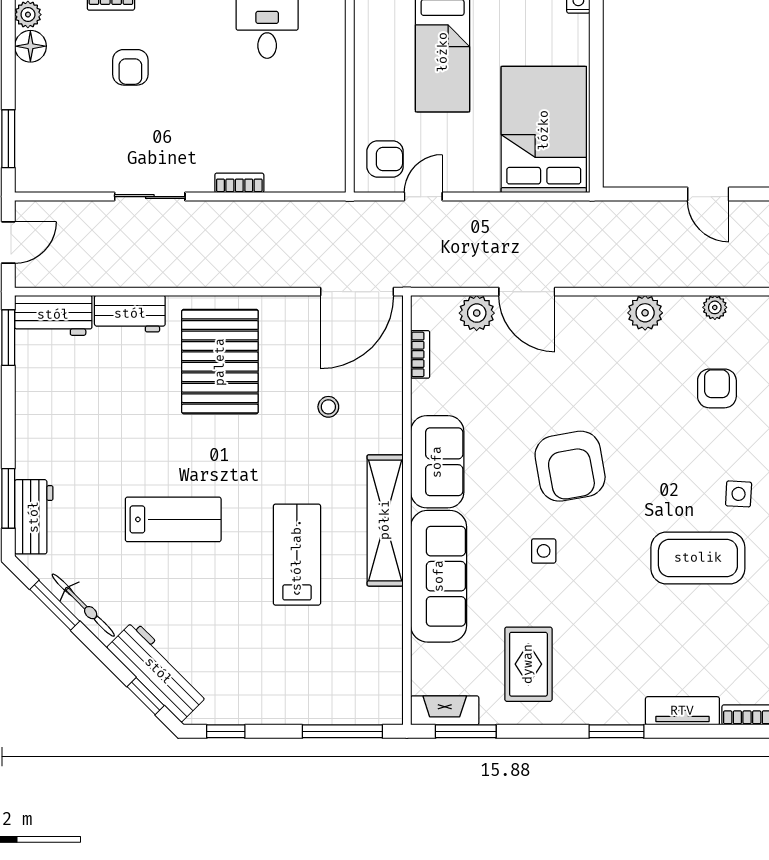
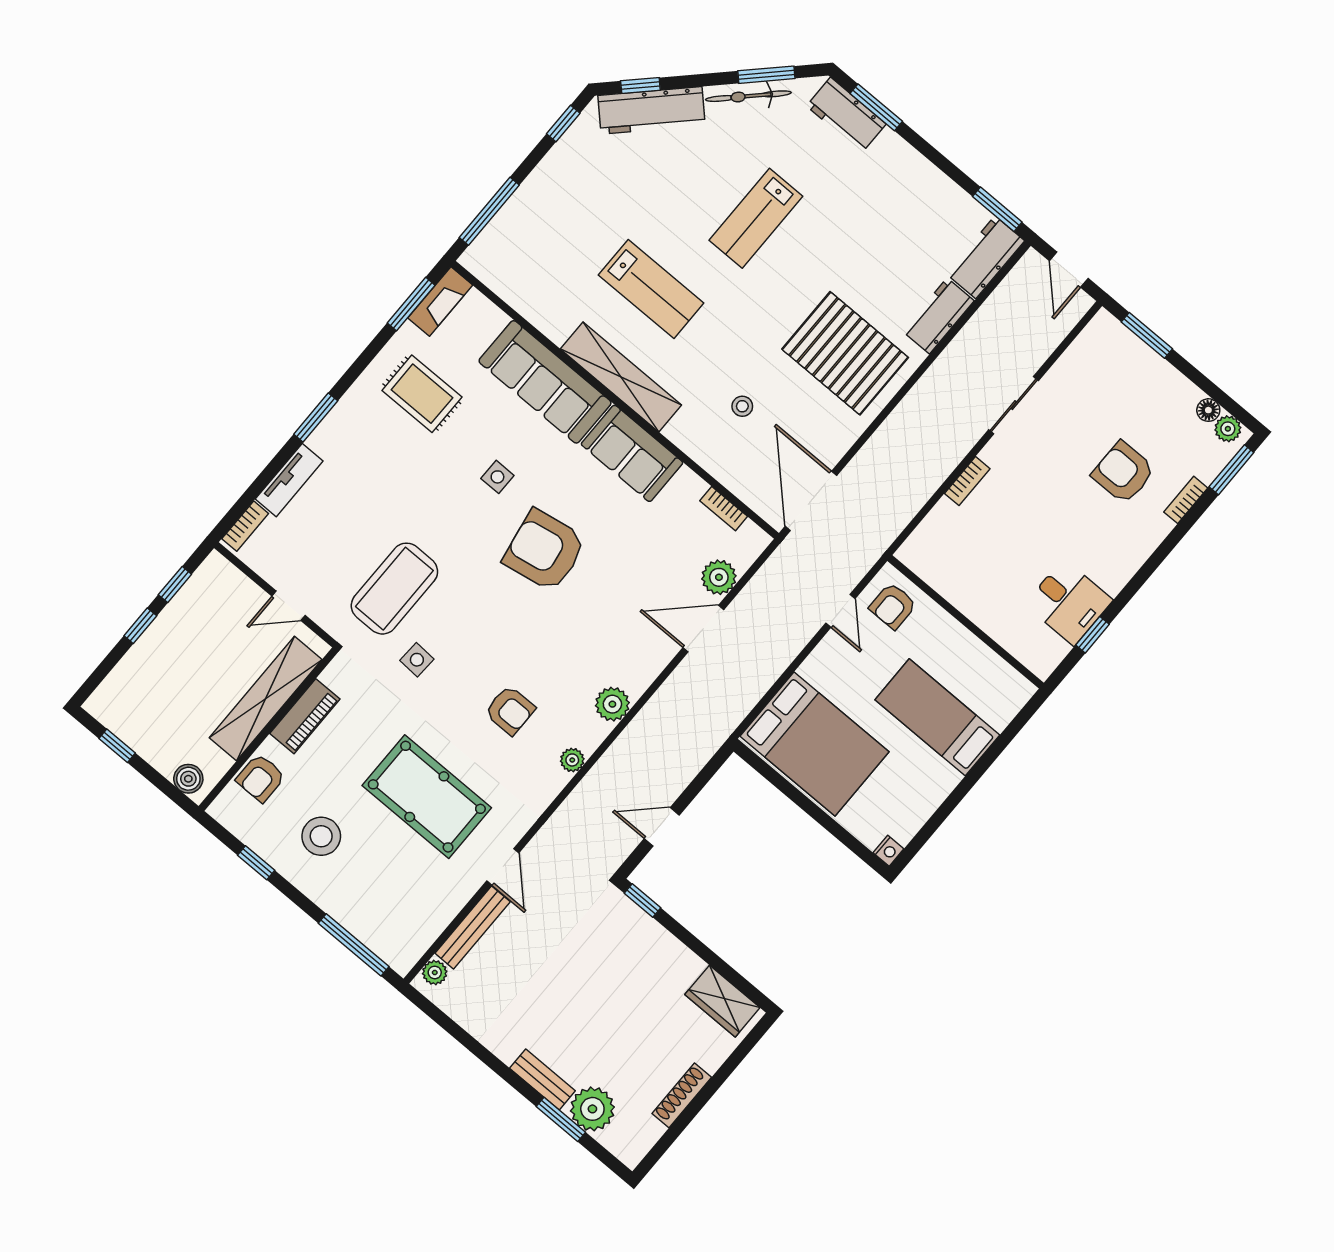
floor lamp: (30, 46) -> (1208, 410), width x0.73, depth x0.73
armchair: (130, 67) -> (1123, 472), width x1.38, depth x1.38

